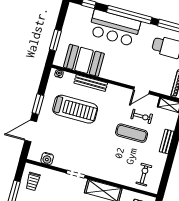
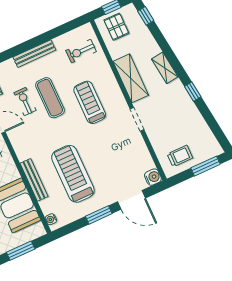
bench: (167, 142) -> (34, 54), width x1.36
treadmill: (109, 154) -> (90, 102), added
water cooler: (47, 159) -> (153, 177), moved

